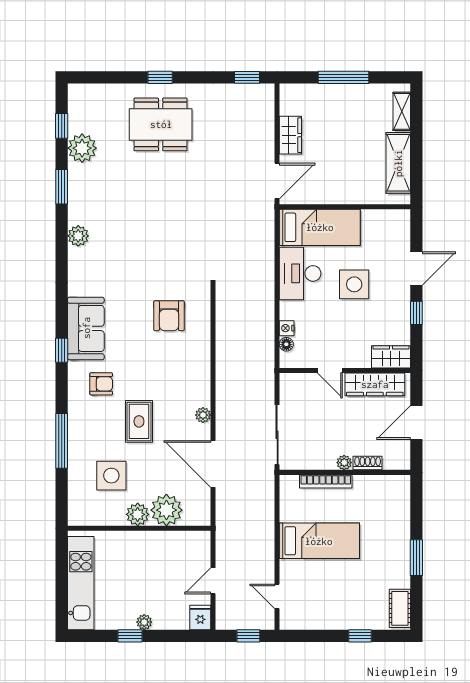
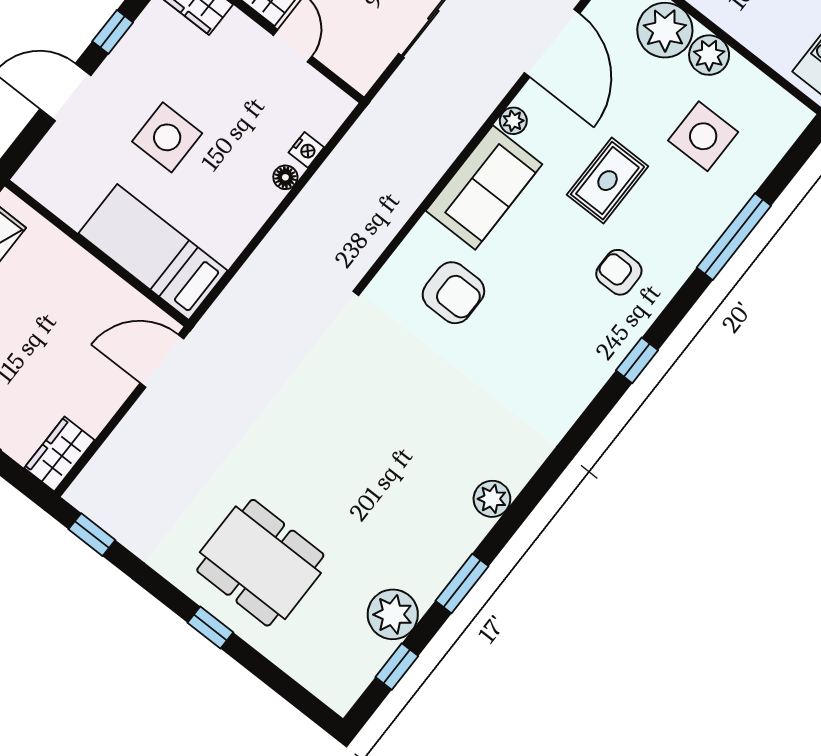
wardrobe: (290, 135) -> (59, 454), moved
desk: (300, 273) -> (229, 210), removed
armchair: (169, 316) -> (453, 293), turned 90
sofa: (86, 328) -> (484, 188), moved, turned 180
floor lamp: (286, 344) -> (285, 177), moved

